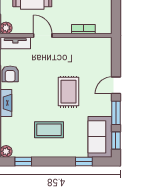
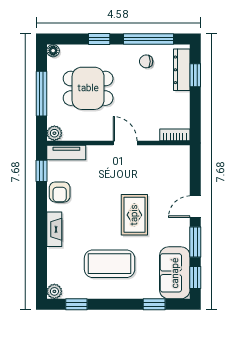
bookcase: (83, 29) -> (175, 135), moved
door: (43, 36) -> (125, 143), moved
coffee table: (49, 130) -> (110, 264), width x1.36, depth x1.32

